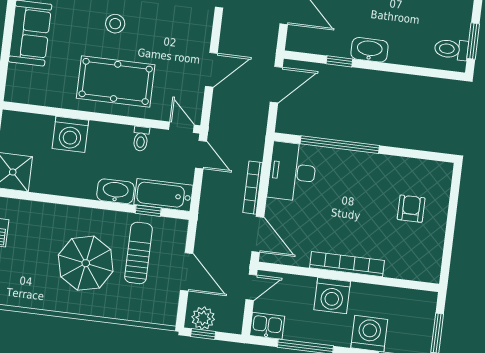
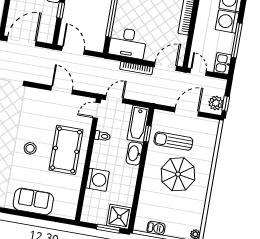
washing machine: (332, 296) -> (227, 21), moved, turned 180

